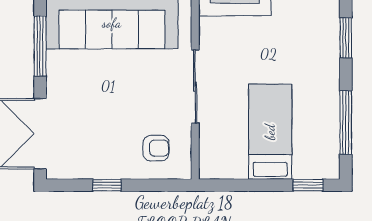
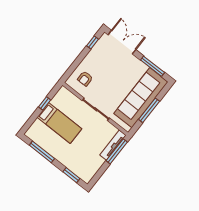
window: (107, 185) -> (93, 42), moved
window: (308, 185) -> (45, 103), moved

